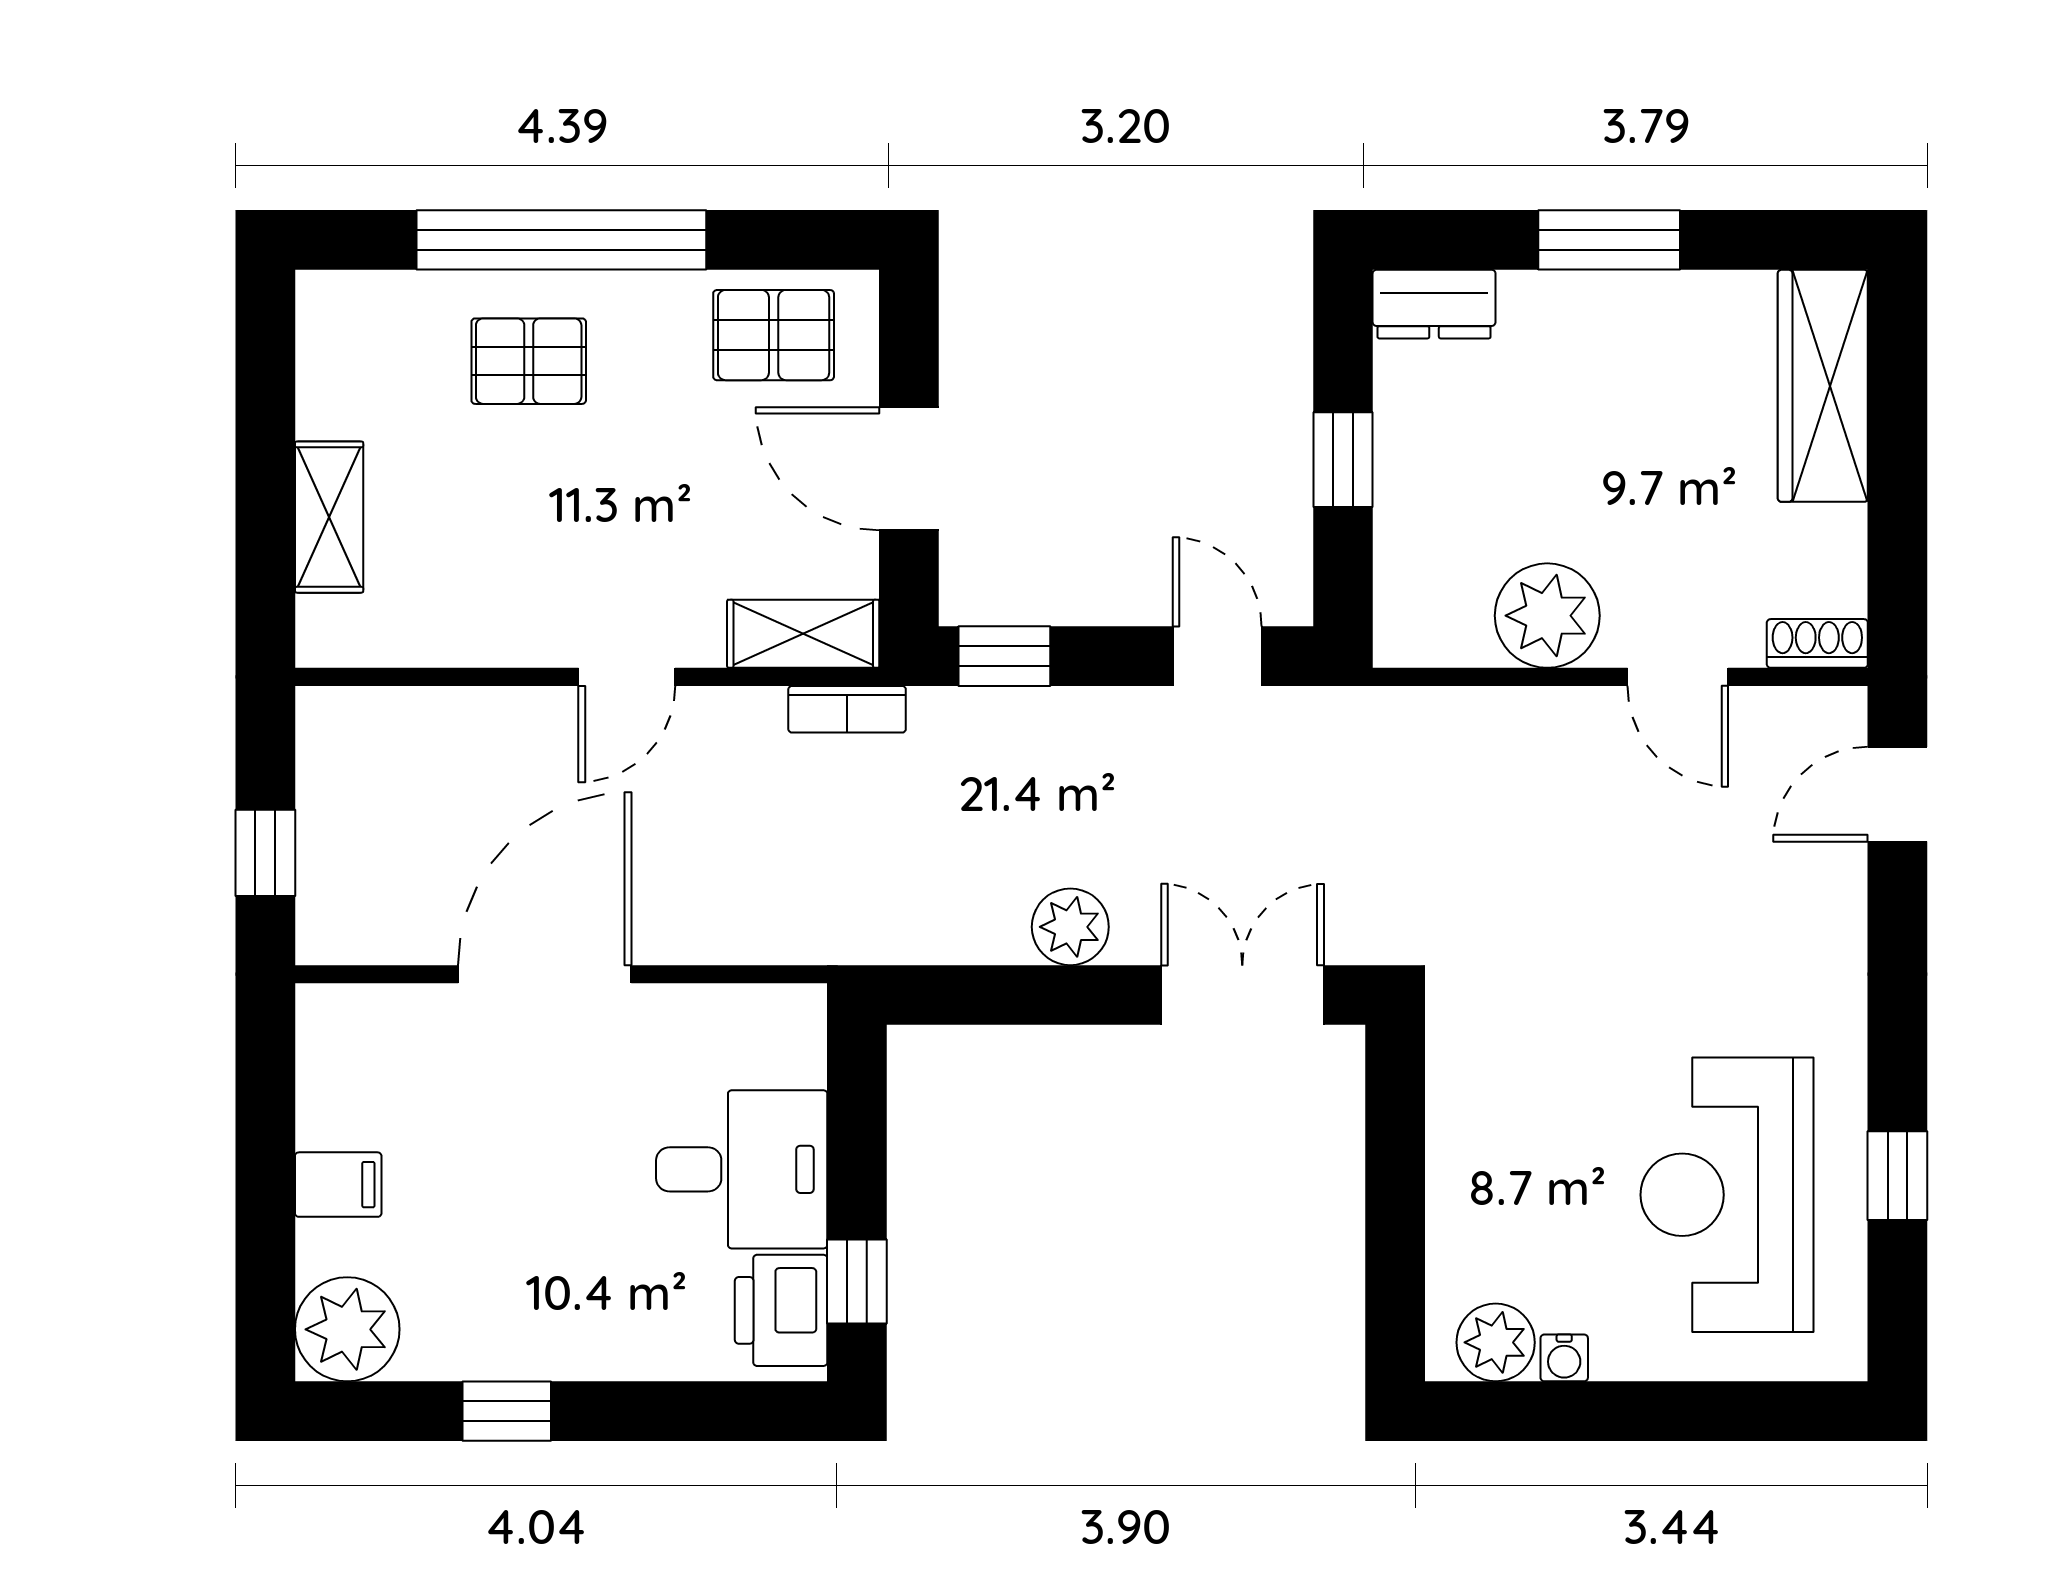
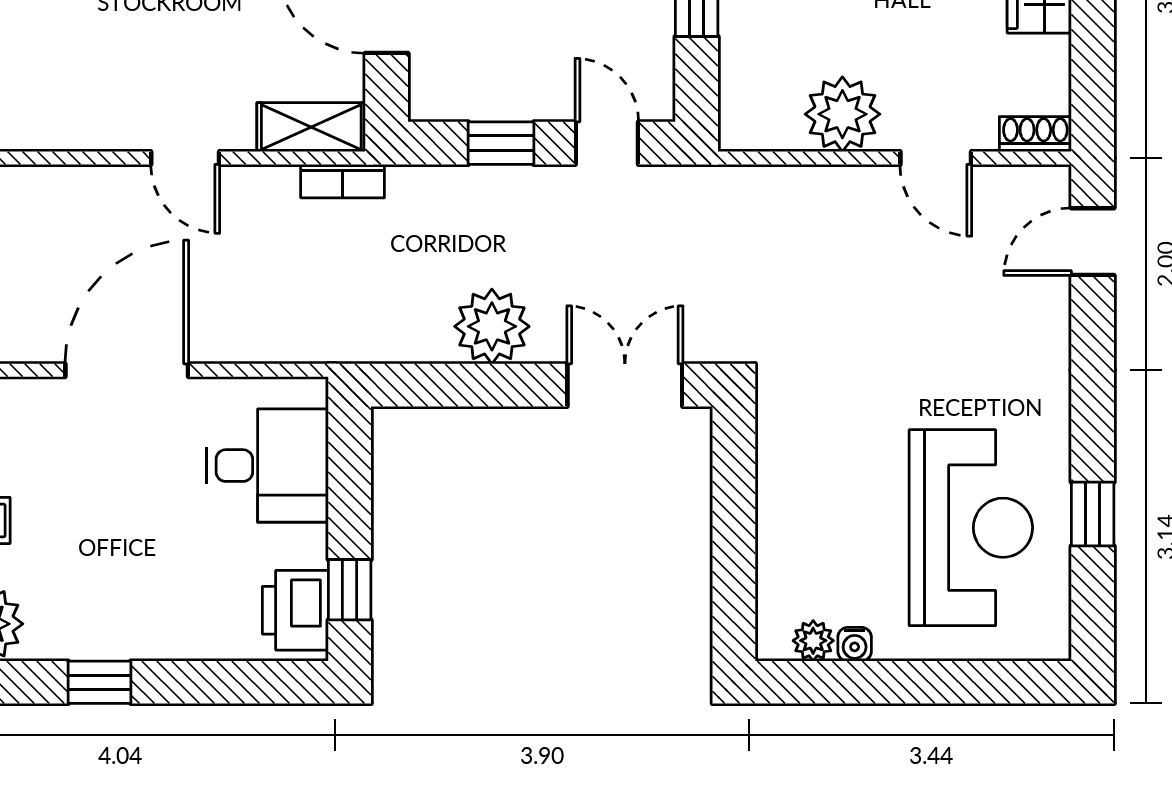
window: (1004, 656) -> (501, 143), moved
door: (627, 677) -> (185, 158), hinge flipped
plant: (1070, 927) -> (492, 326), width x1.36, depth x1.36
desk: (742, 1169) -> (267, 466), moved
reception desk: (1727, 1195) -> (971, 528), turned 180
plant: (1496, 1342) -> (813, 641), width x0.73, depth x0.73

